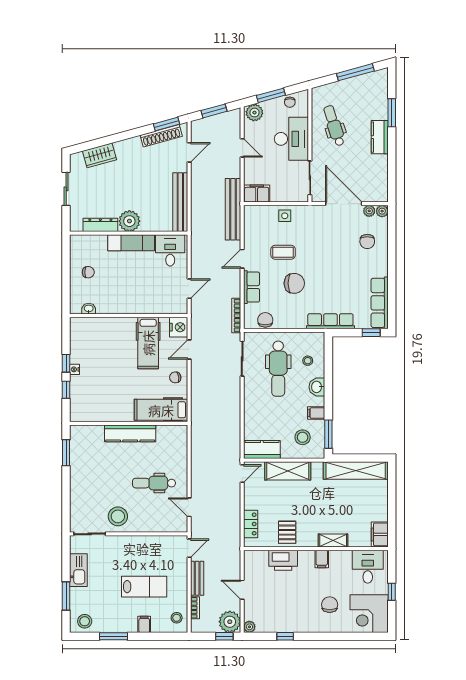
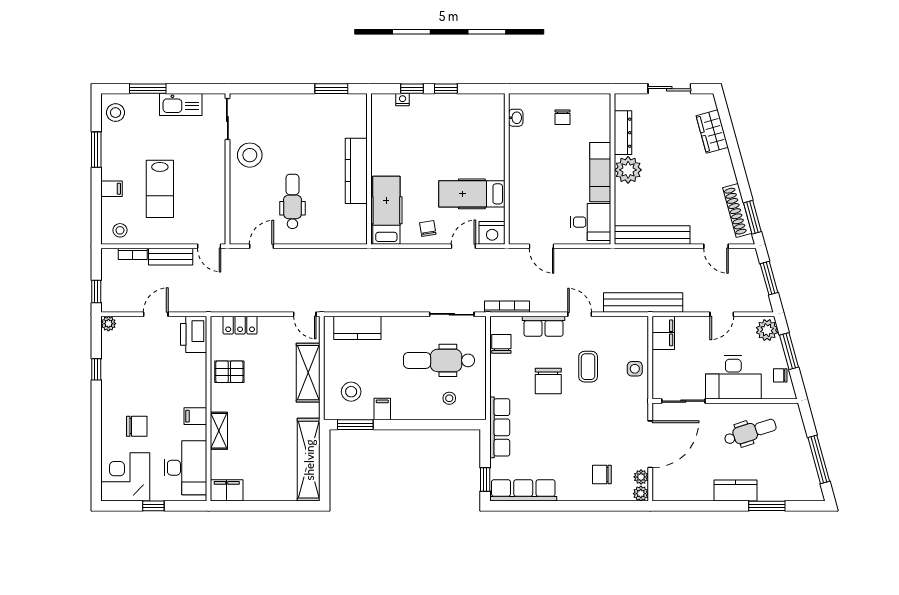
chair: (265, 320) -> (501, 344), turned -90
door: (189, 350) -> (463, 246), hinge flipped
nightstand: (75, 369) -> (403, 100), moved
washbasin: (317, 387) -> (416, 410), removed
kitchen counter: (262, 450) -> (357, 328), moved, turned 90
printer: (283, 560) -> (194, 334), moved
desk: (368, 567) -> (185, 468), width x1.37
plant: (230, 622) -> (115, 298), removed

